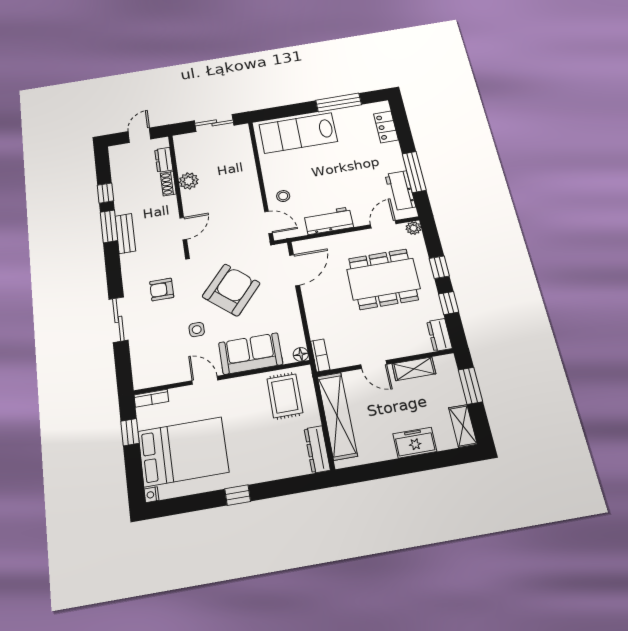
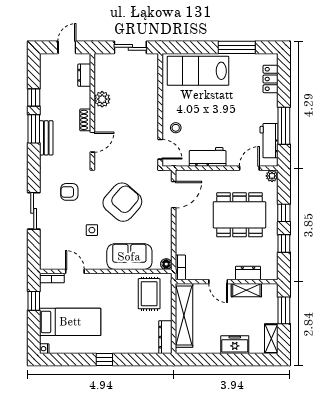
shoe rack: (168, 184) -> (85, 120), moved
dresser: (439, 335) -> (248, 273), moved, turned 90
door: (205, 380) -> (75, 271), moved
bed: (183, 452) -> (70, 322), width x0.67

